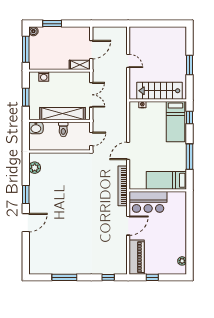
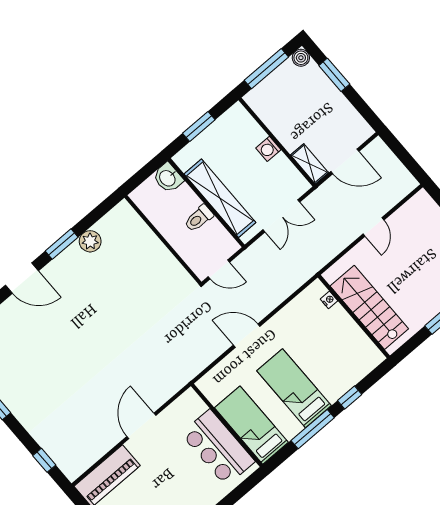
washing machine: (44, 77) -> (268, 149), moved
window: (190, 117) -> (350, 397), moved
bed: (175, 122) -> (294, 388), moved, turned 90
plant: (35, 168) -> (90, 241), moved
bookcase: (123, 186) -> (191, 370), removed
bar counter: (148, 202) -> (218, 448), moved
door: (128, 226) -> (141, 426), swing flipped

